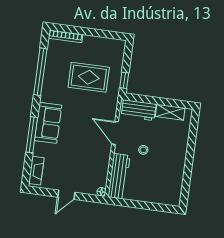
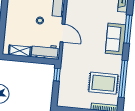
rug: (89, 77) -> (103, 83), moved

